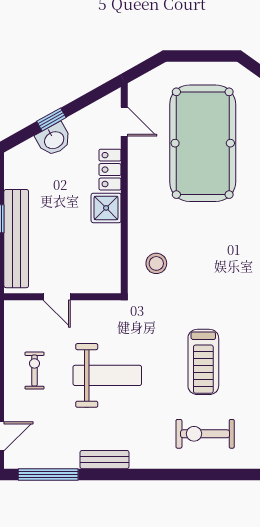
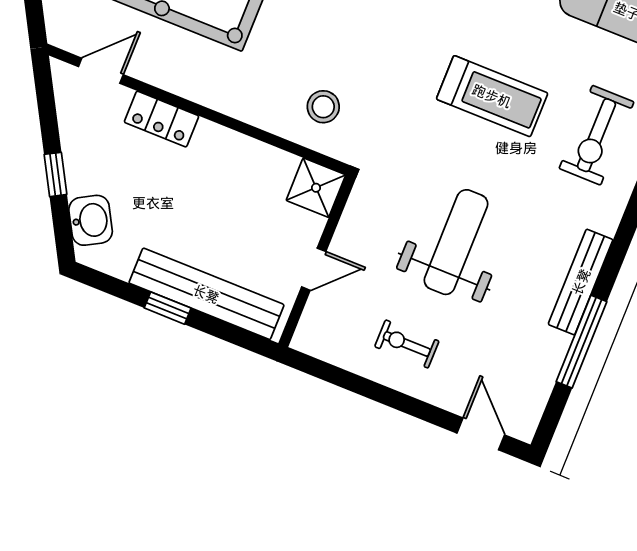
washbasin: (54, 140) -> (91, 220), moved
shower: (106, 208) -> (316, 188), moved
bench: (104, 460) -> (581, 282), width x1.36
window: (48, 474) -> (581, 342), moved

